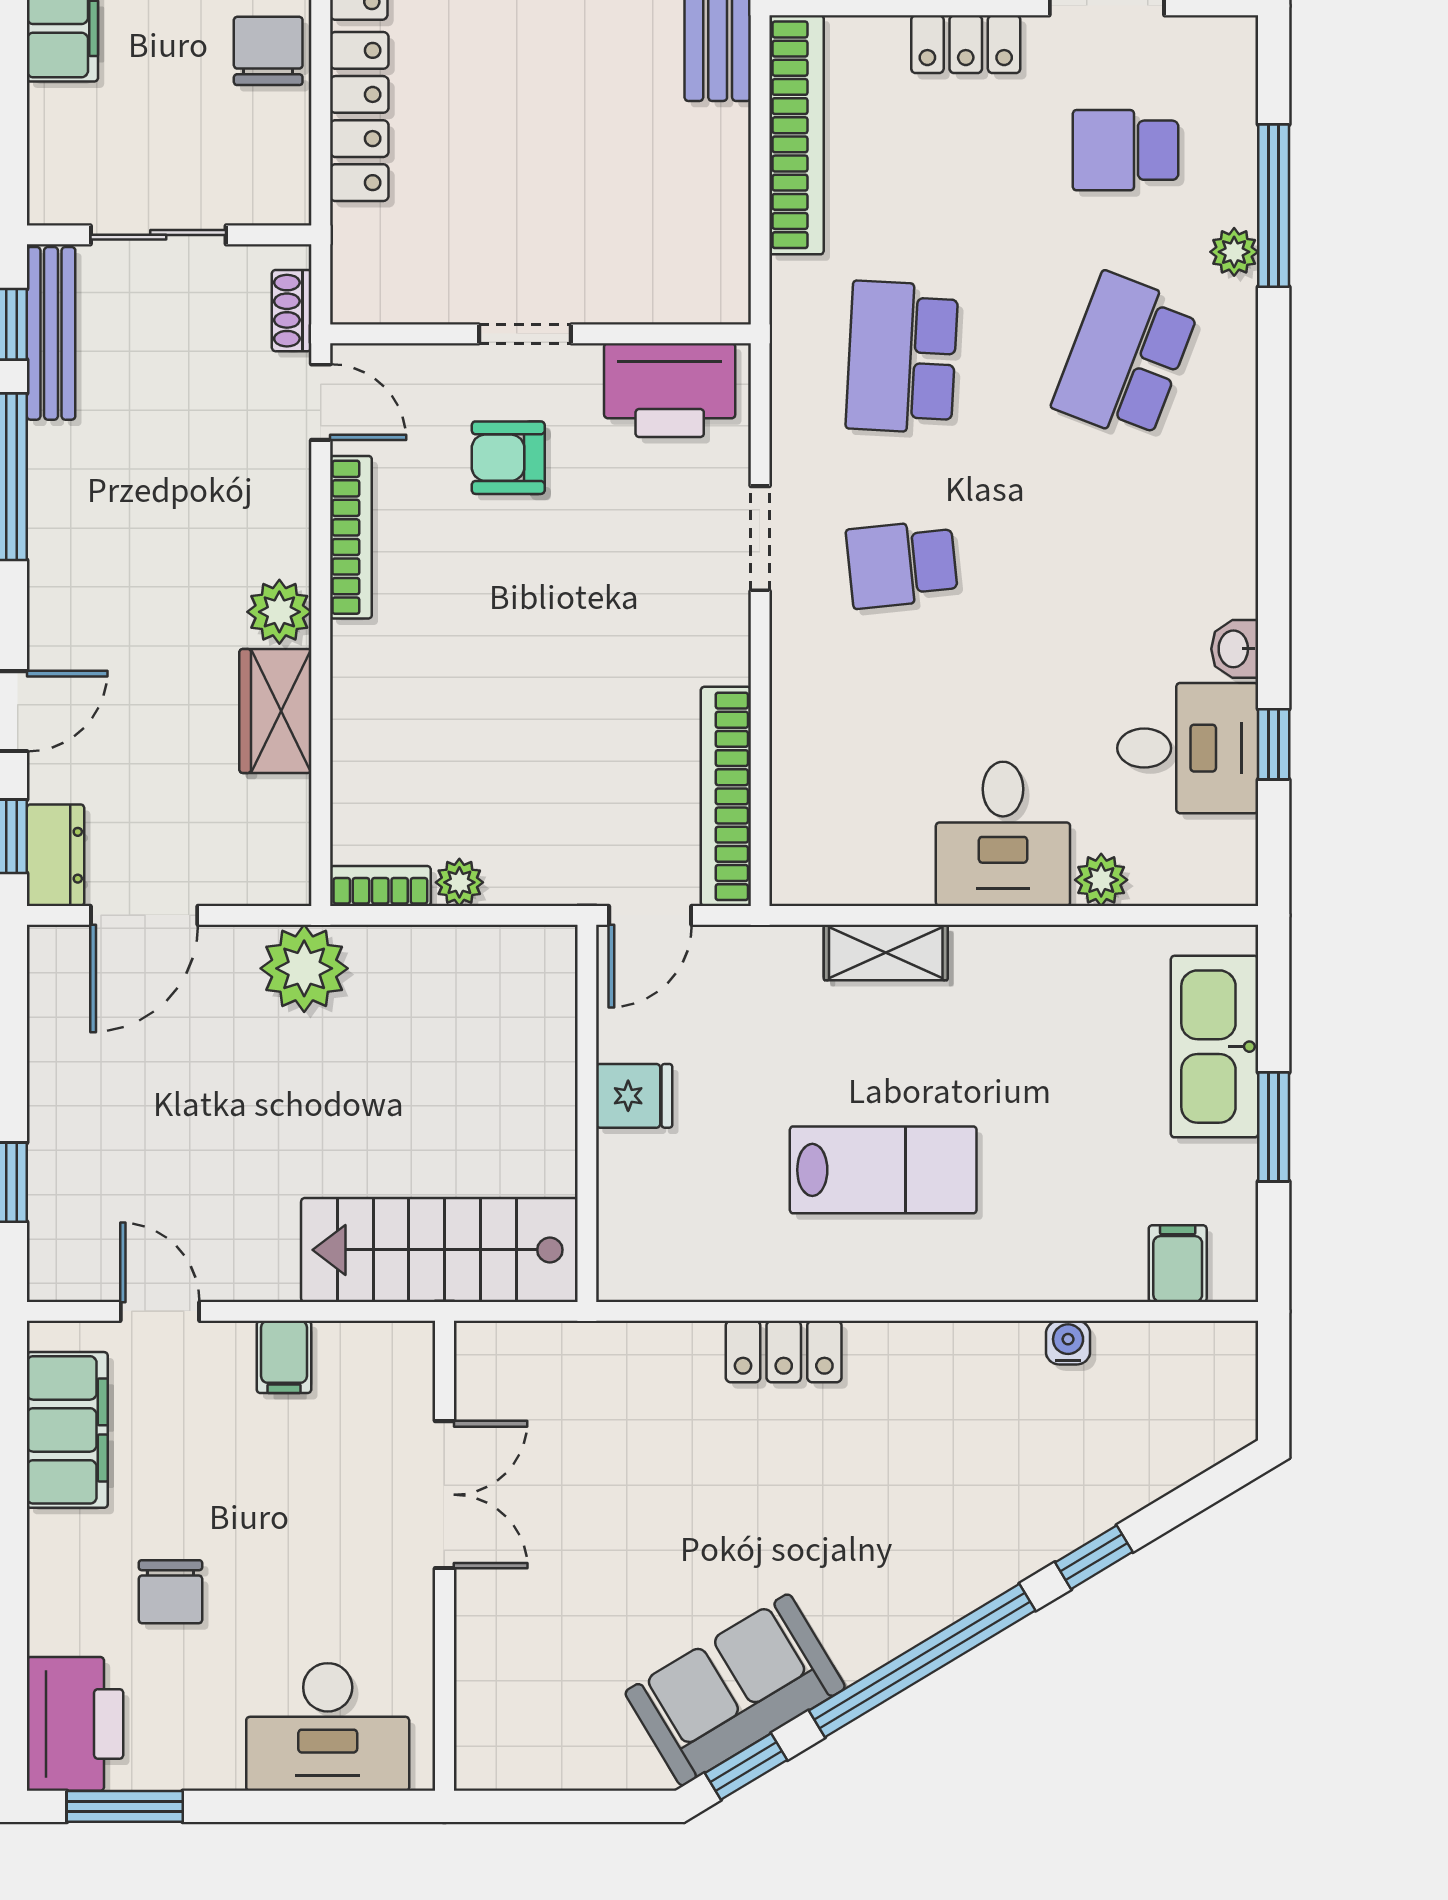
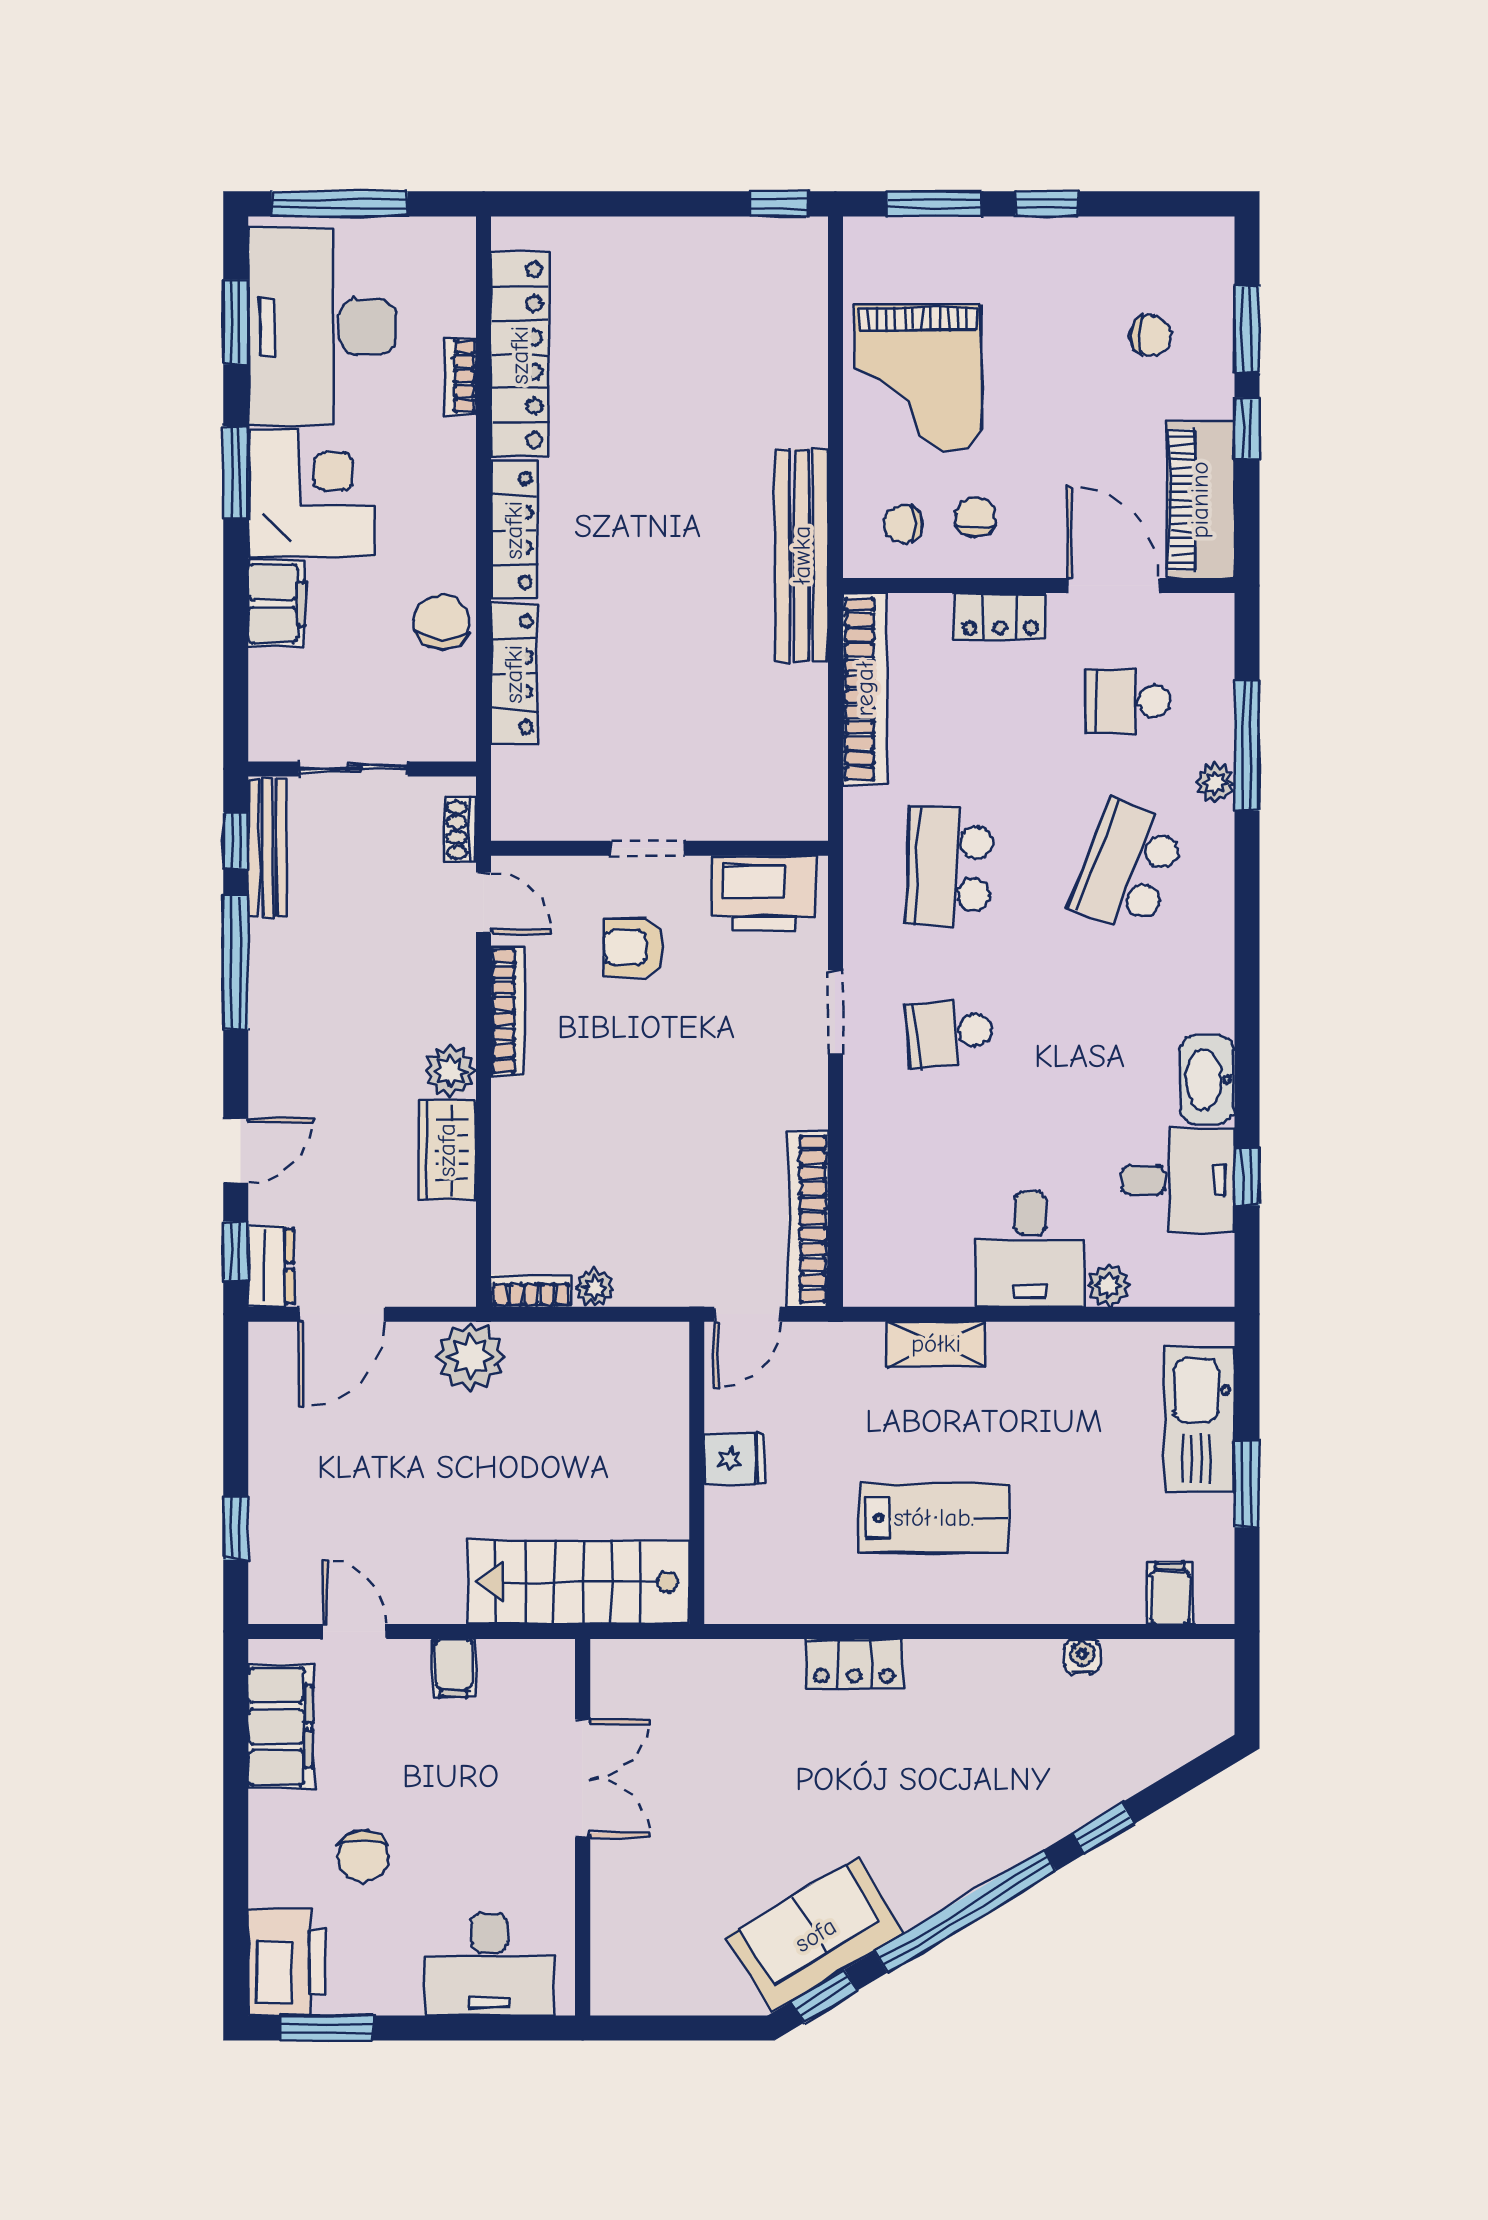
washbasin: (1235, 649) -> (1207, 1079), width x1.91, depth x1.45

